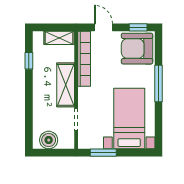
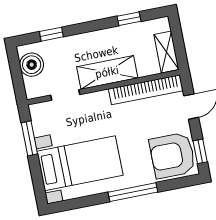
armchair: (137, 49) -> (172, 155), turned -90
window: (29, 121) -> (51, 34), added

